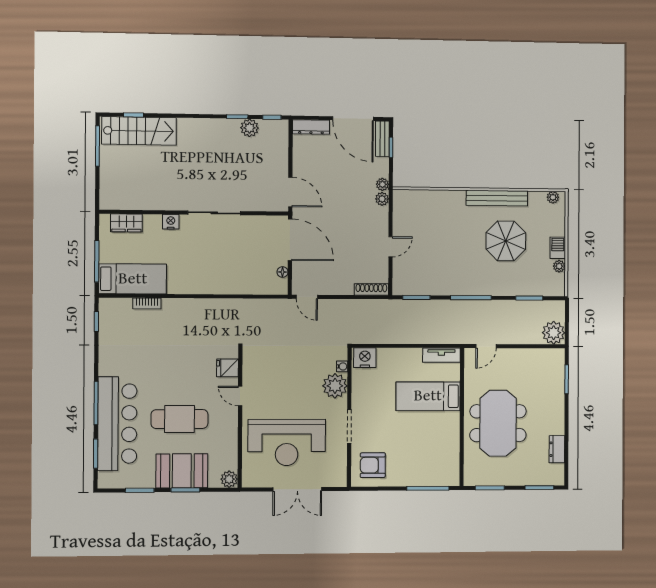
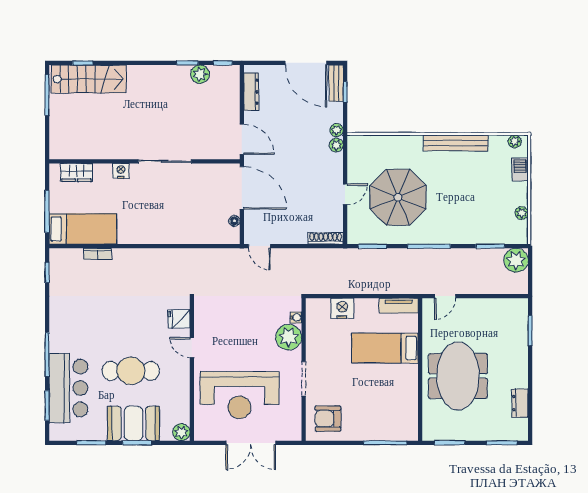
dresser: (311, 127) -> (251, 92), moved, turned -90
parasol: (506, 241) -> (398, 197), moved, width x1.36, depth x1.36
barbecue: (558, 248) -> (520, 170), moved
plant: (554, 333) -> (516, 260), moved
nightstand: (365, 358) -> (342, 308), moved
bar counter: (117, 424) -> (68, 388), width x0.73

